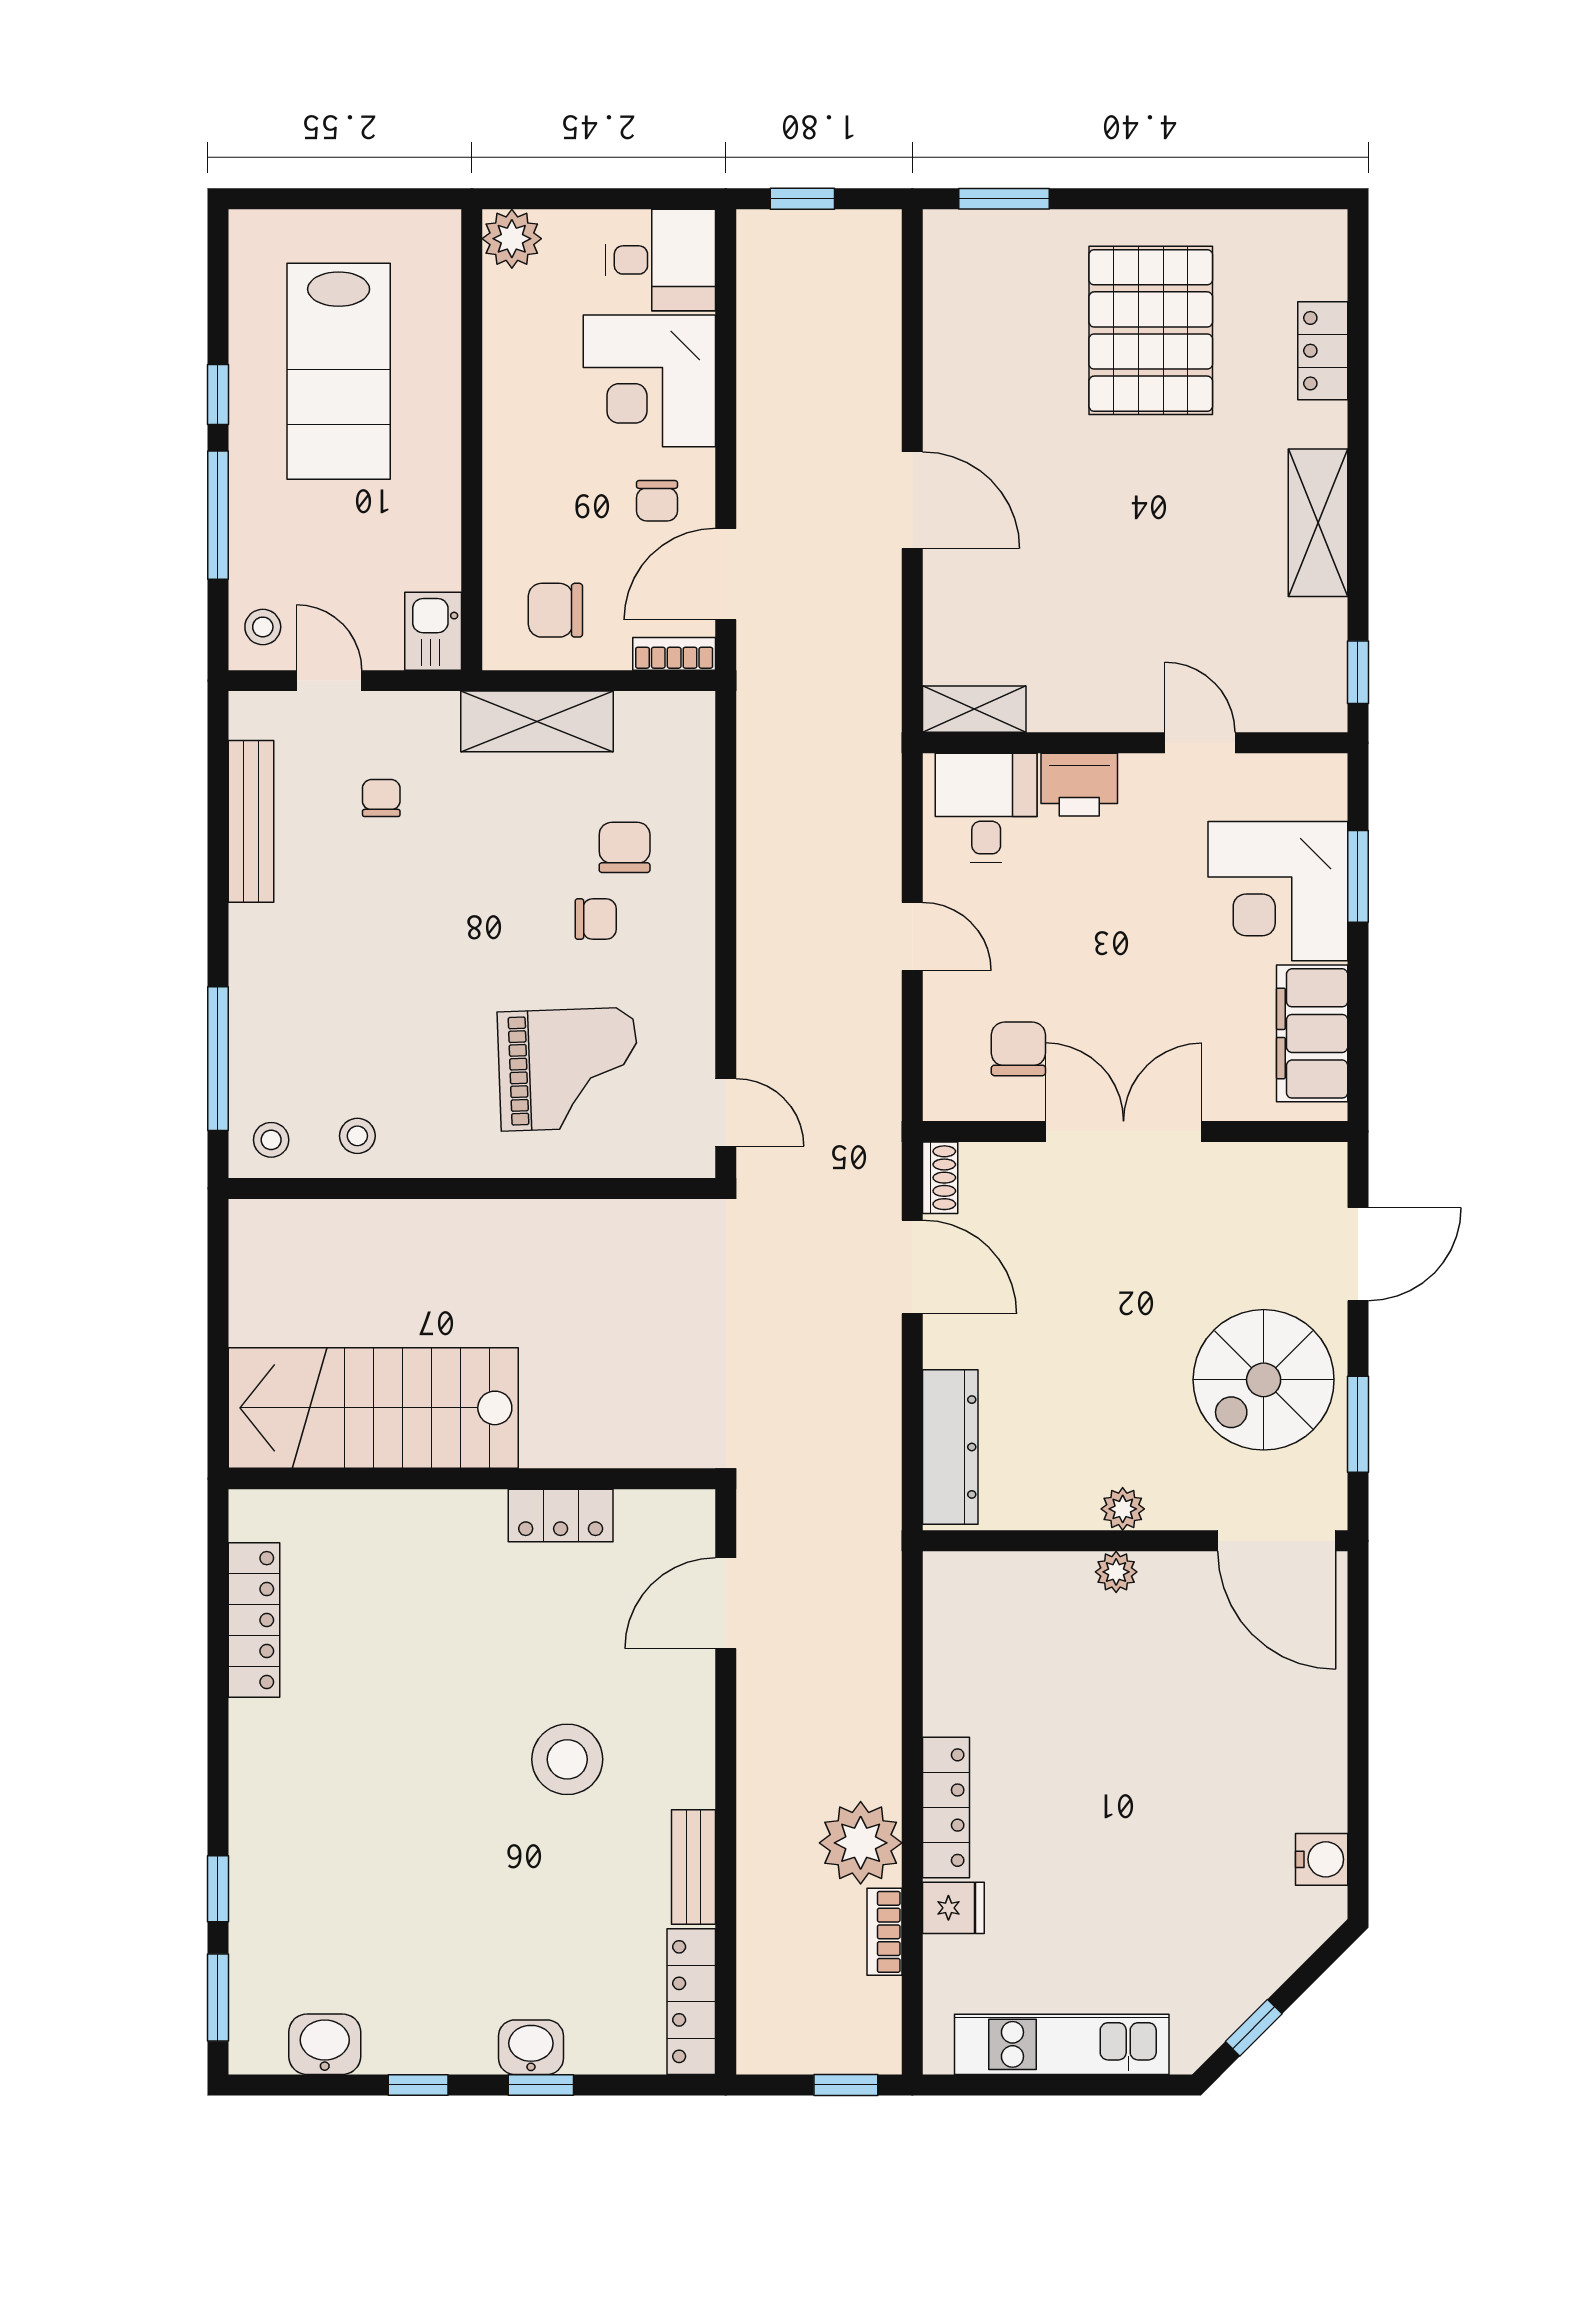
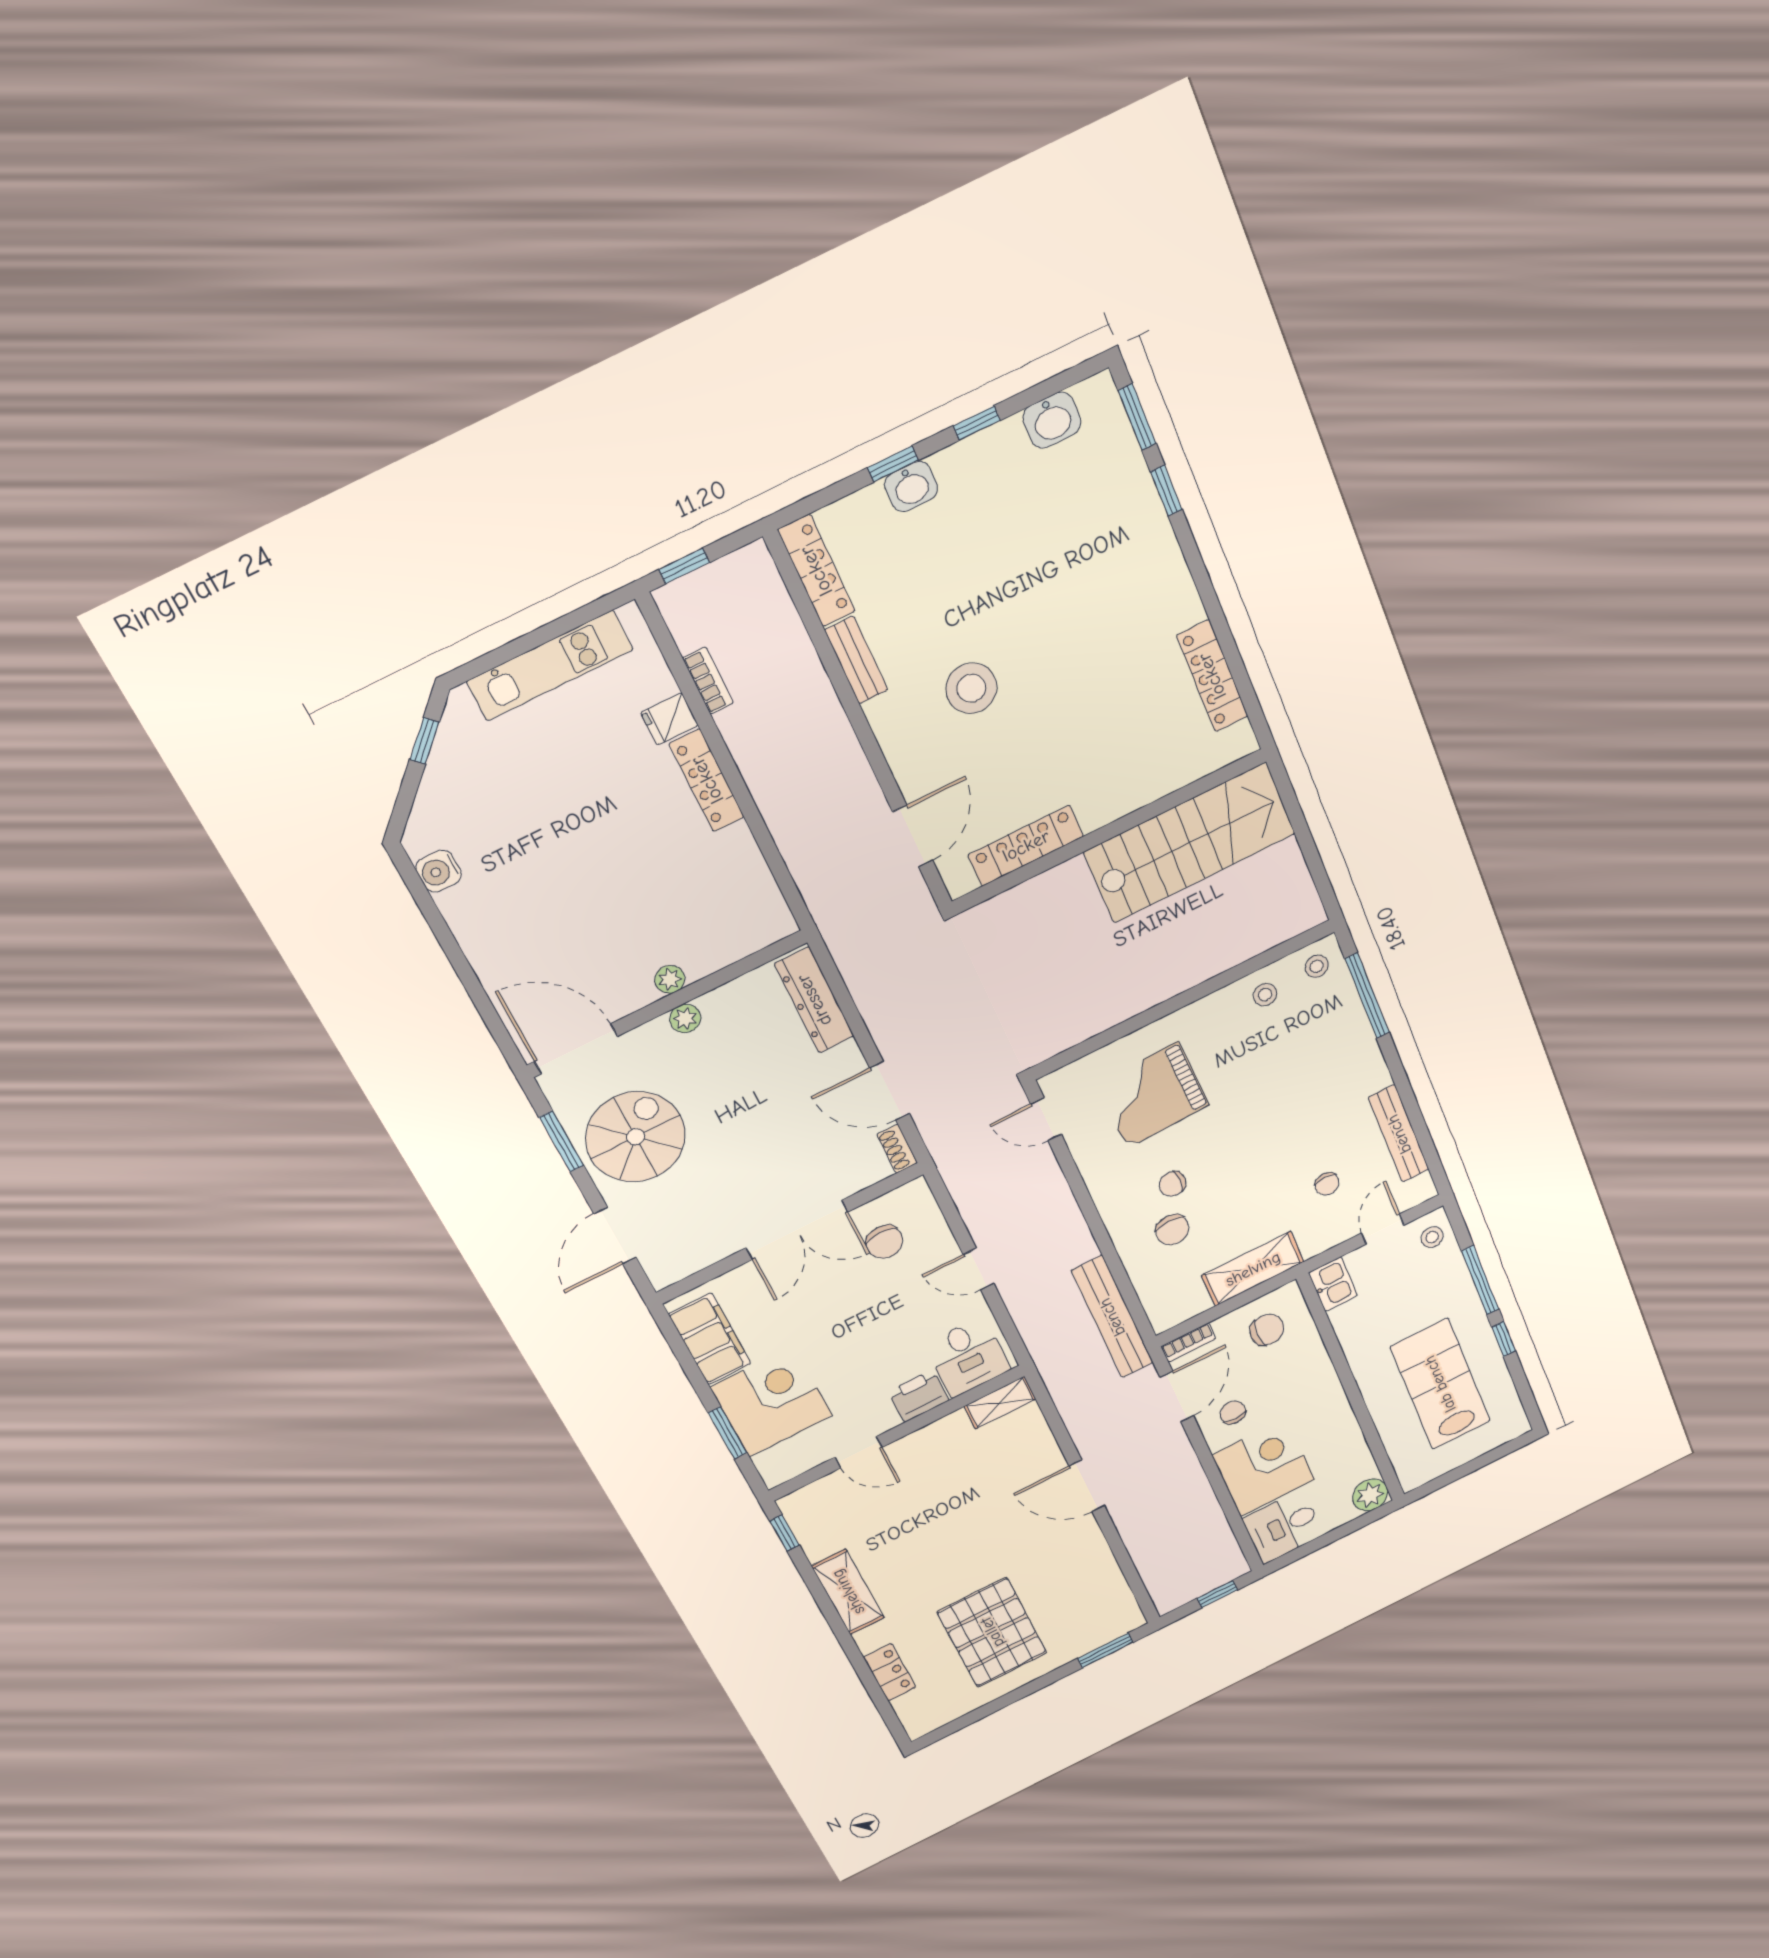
door: (329, 681) -> (1383, 1229), swing flipped
bench: (763, 757) -> (1112, 1317), added
locker: (561, 1515) -> (1026, 846), width x1.53
plant: (861, 1843) -> (752, 730), removed

